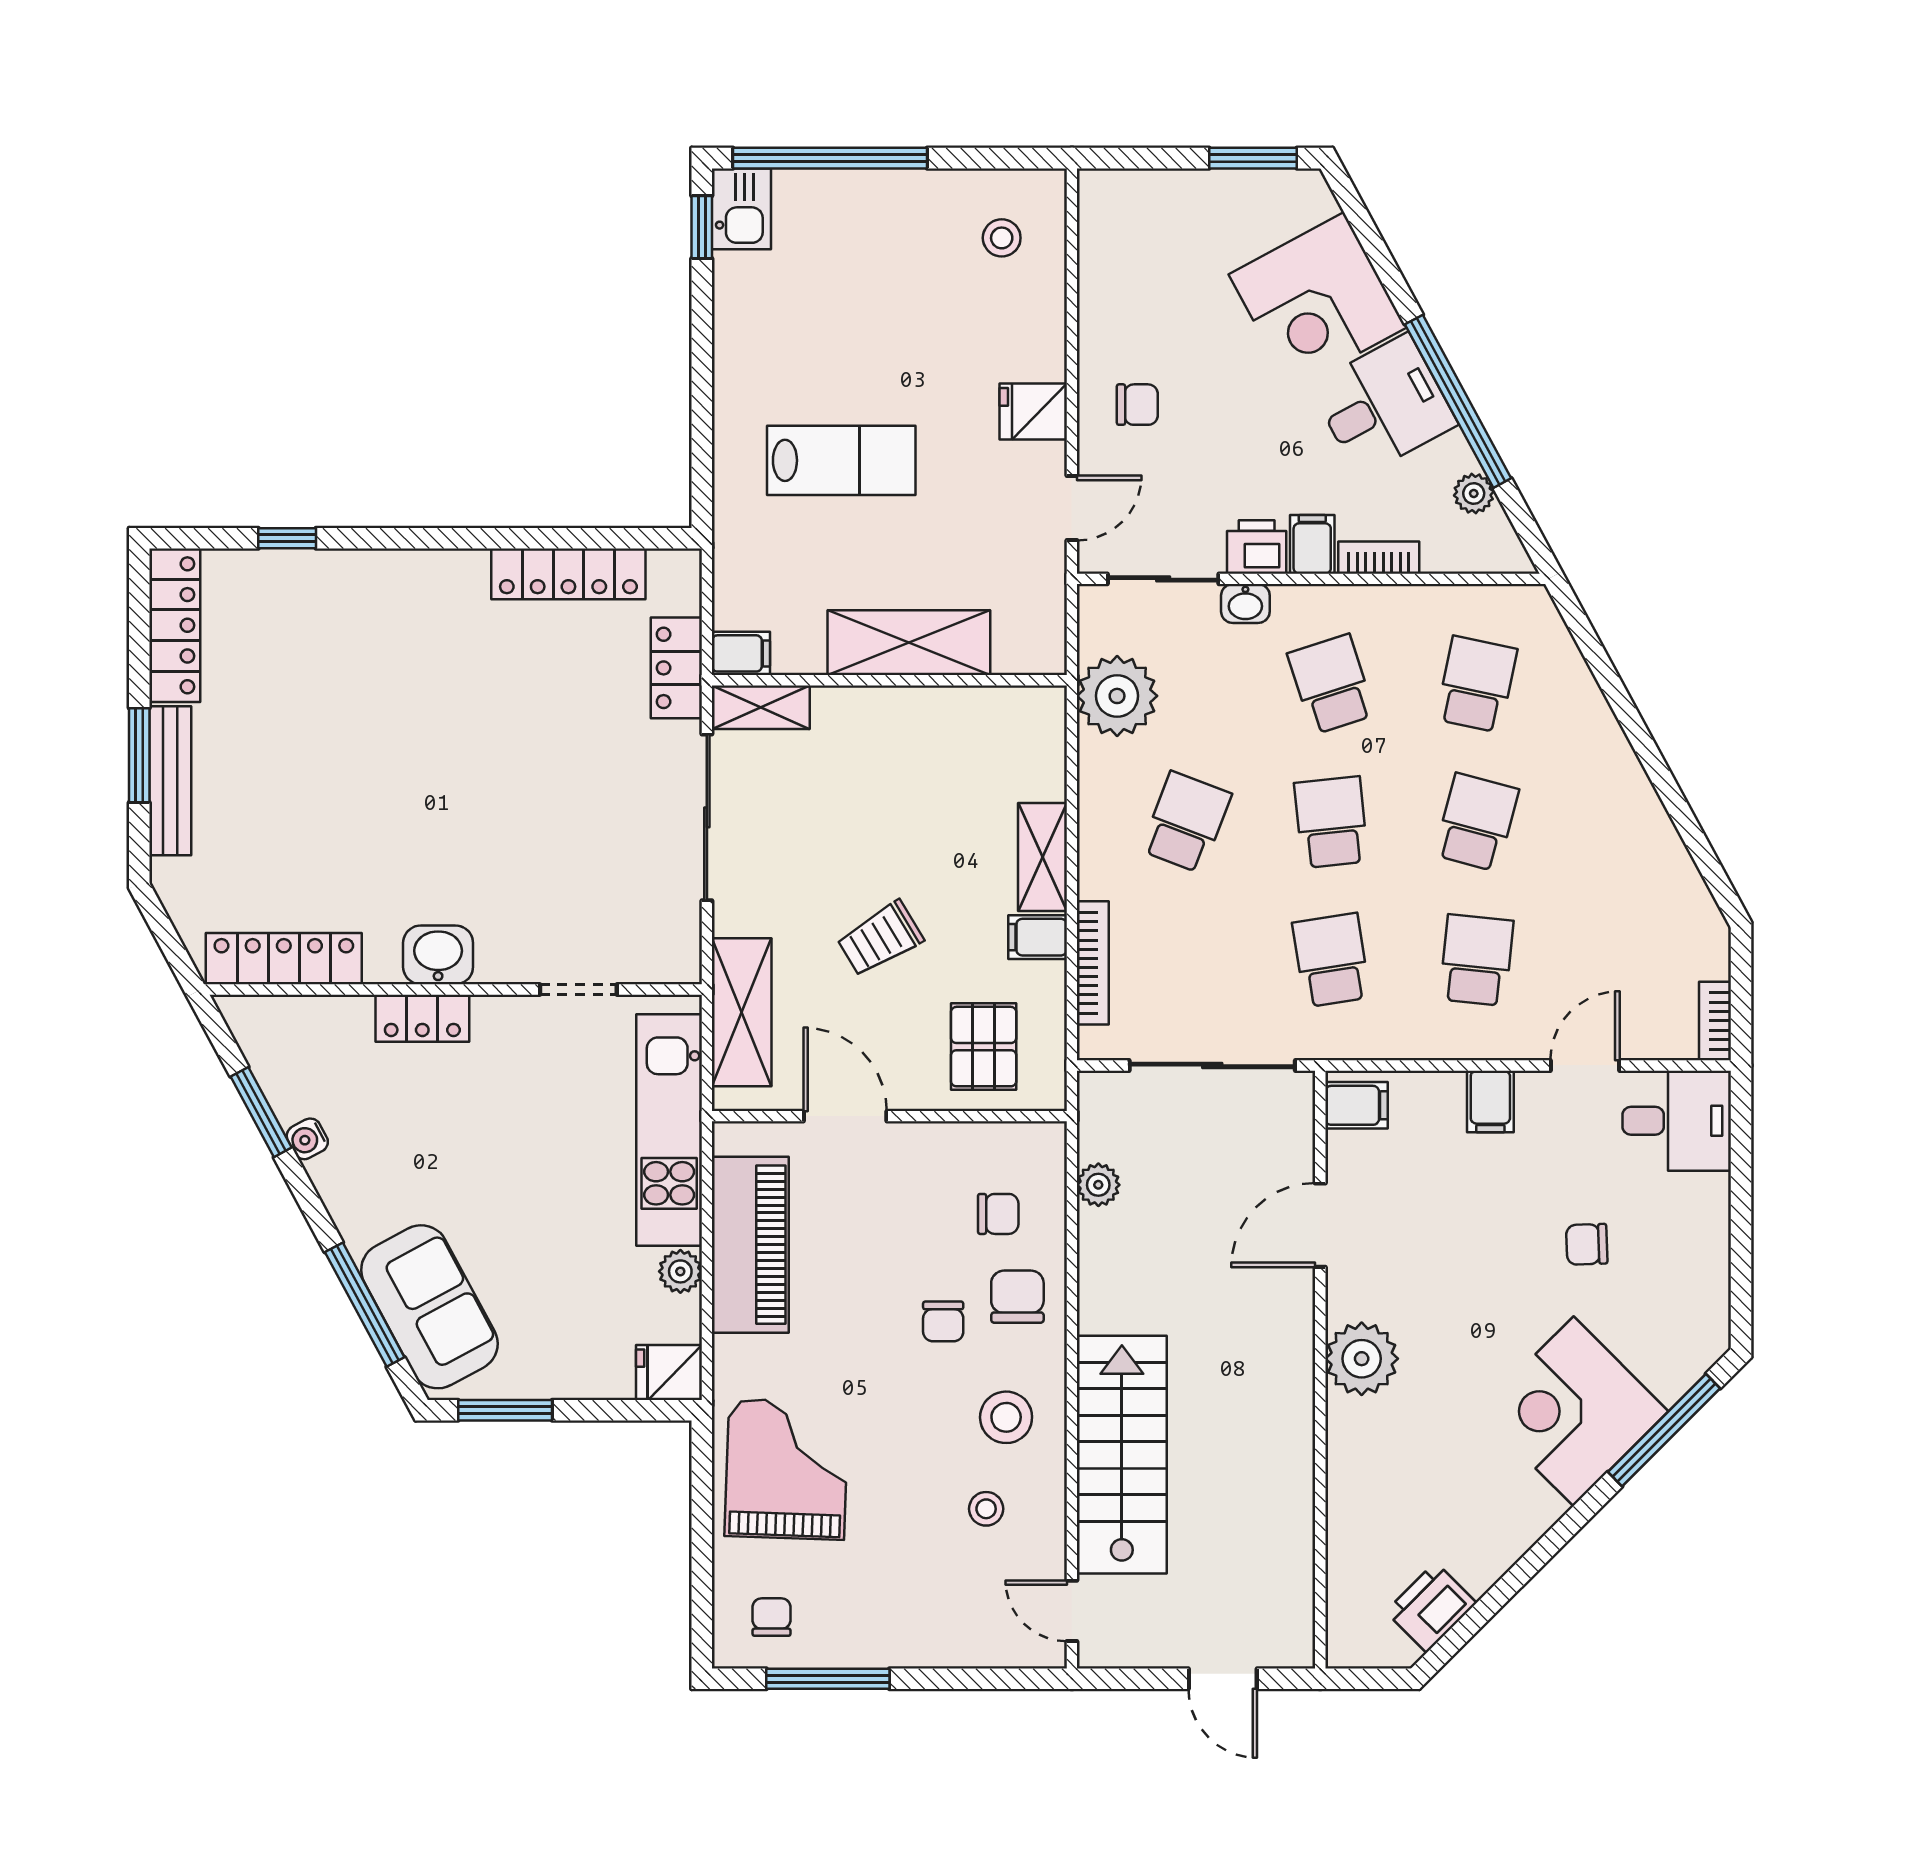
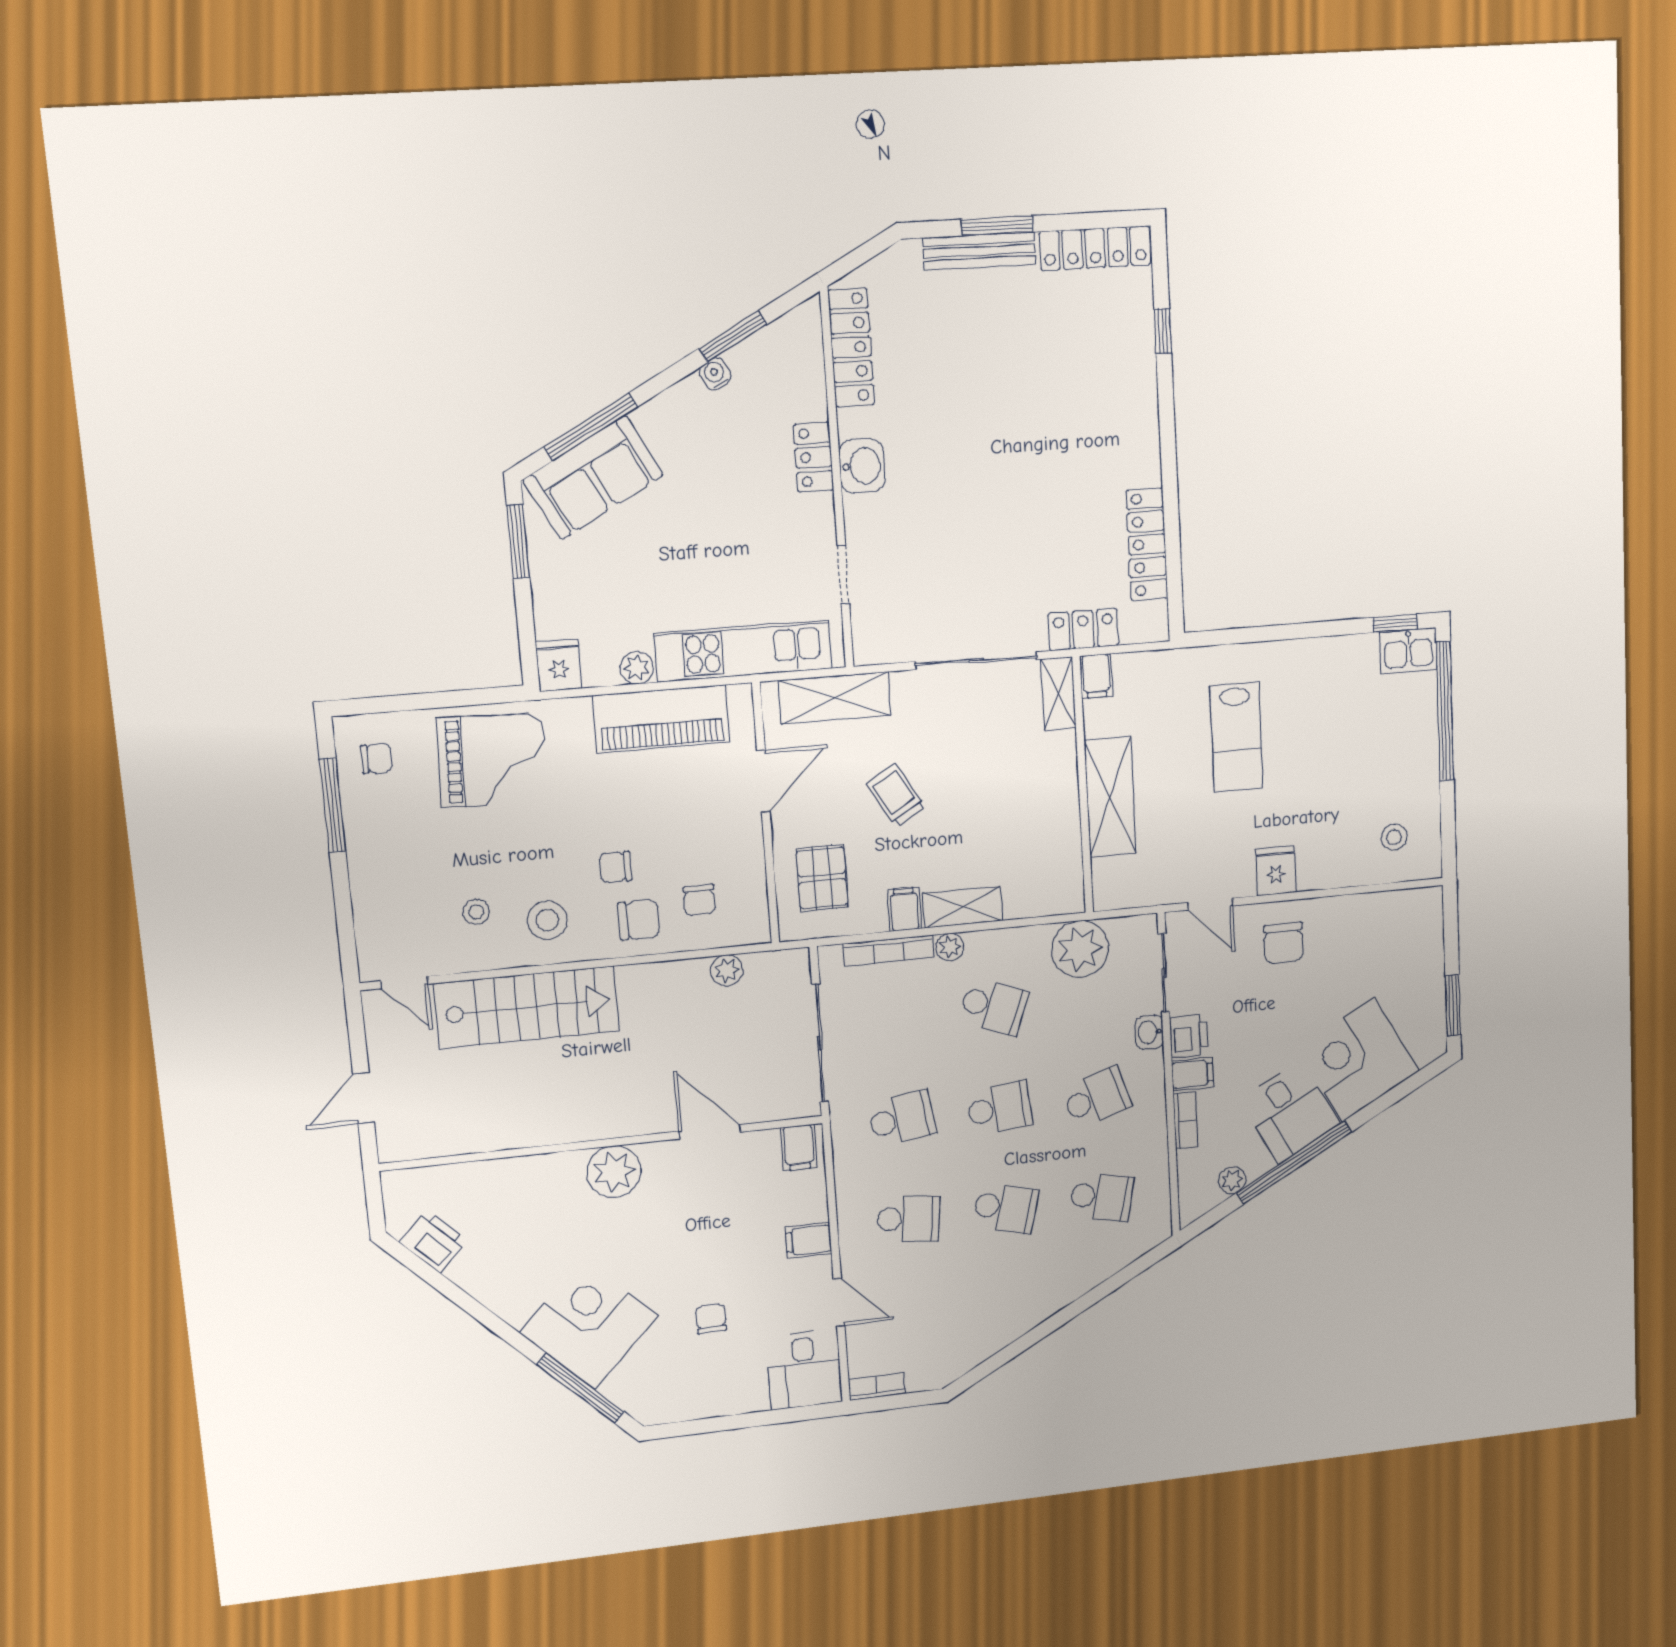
chair: (1137, 405) -> (1283, 943), width x1.37, depth x1.37
plant: (1096, 878) -> (950, 947), added
pallet: (984, 1047) -> (822, 878), turned 90
door: (1072, 1611) -> (404, 982), swing flipped

